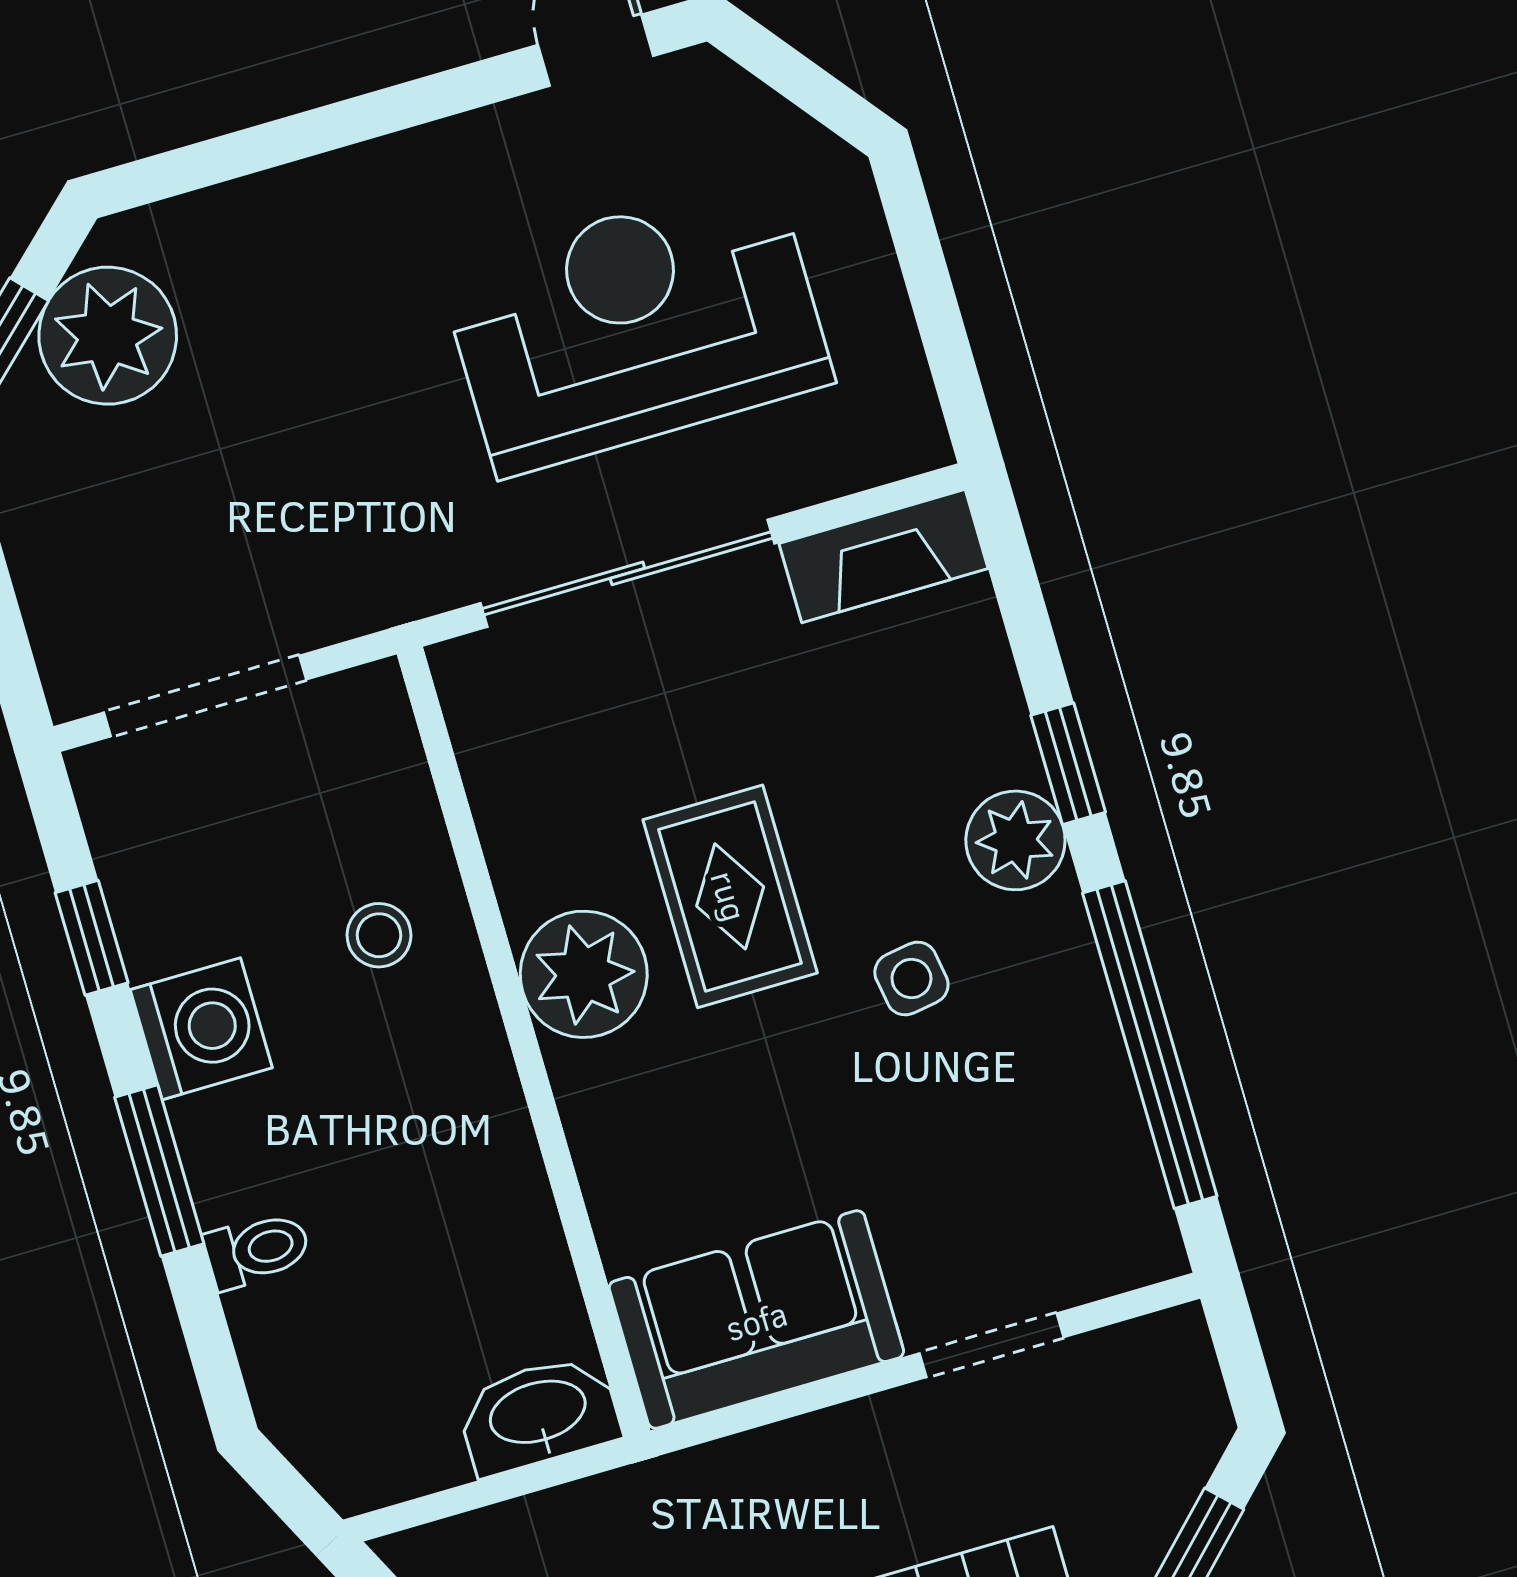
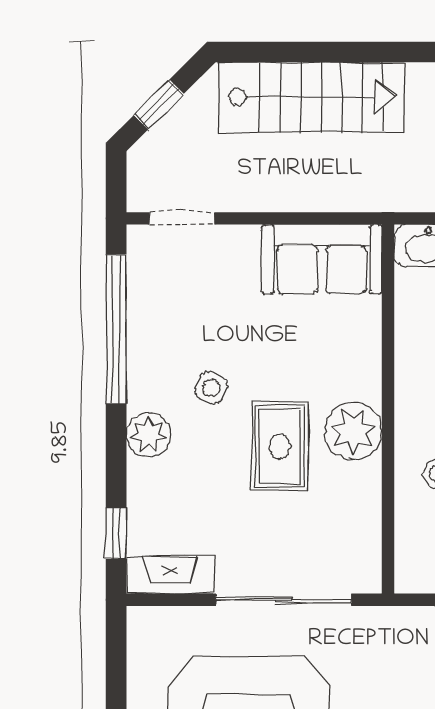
window: (1068, 764) -> (116, 533), moved
side table: (911, 978) -> (211, 388), turned 33
doorway: (991, 1345) -> (182, 218), moved

